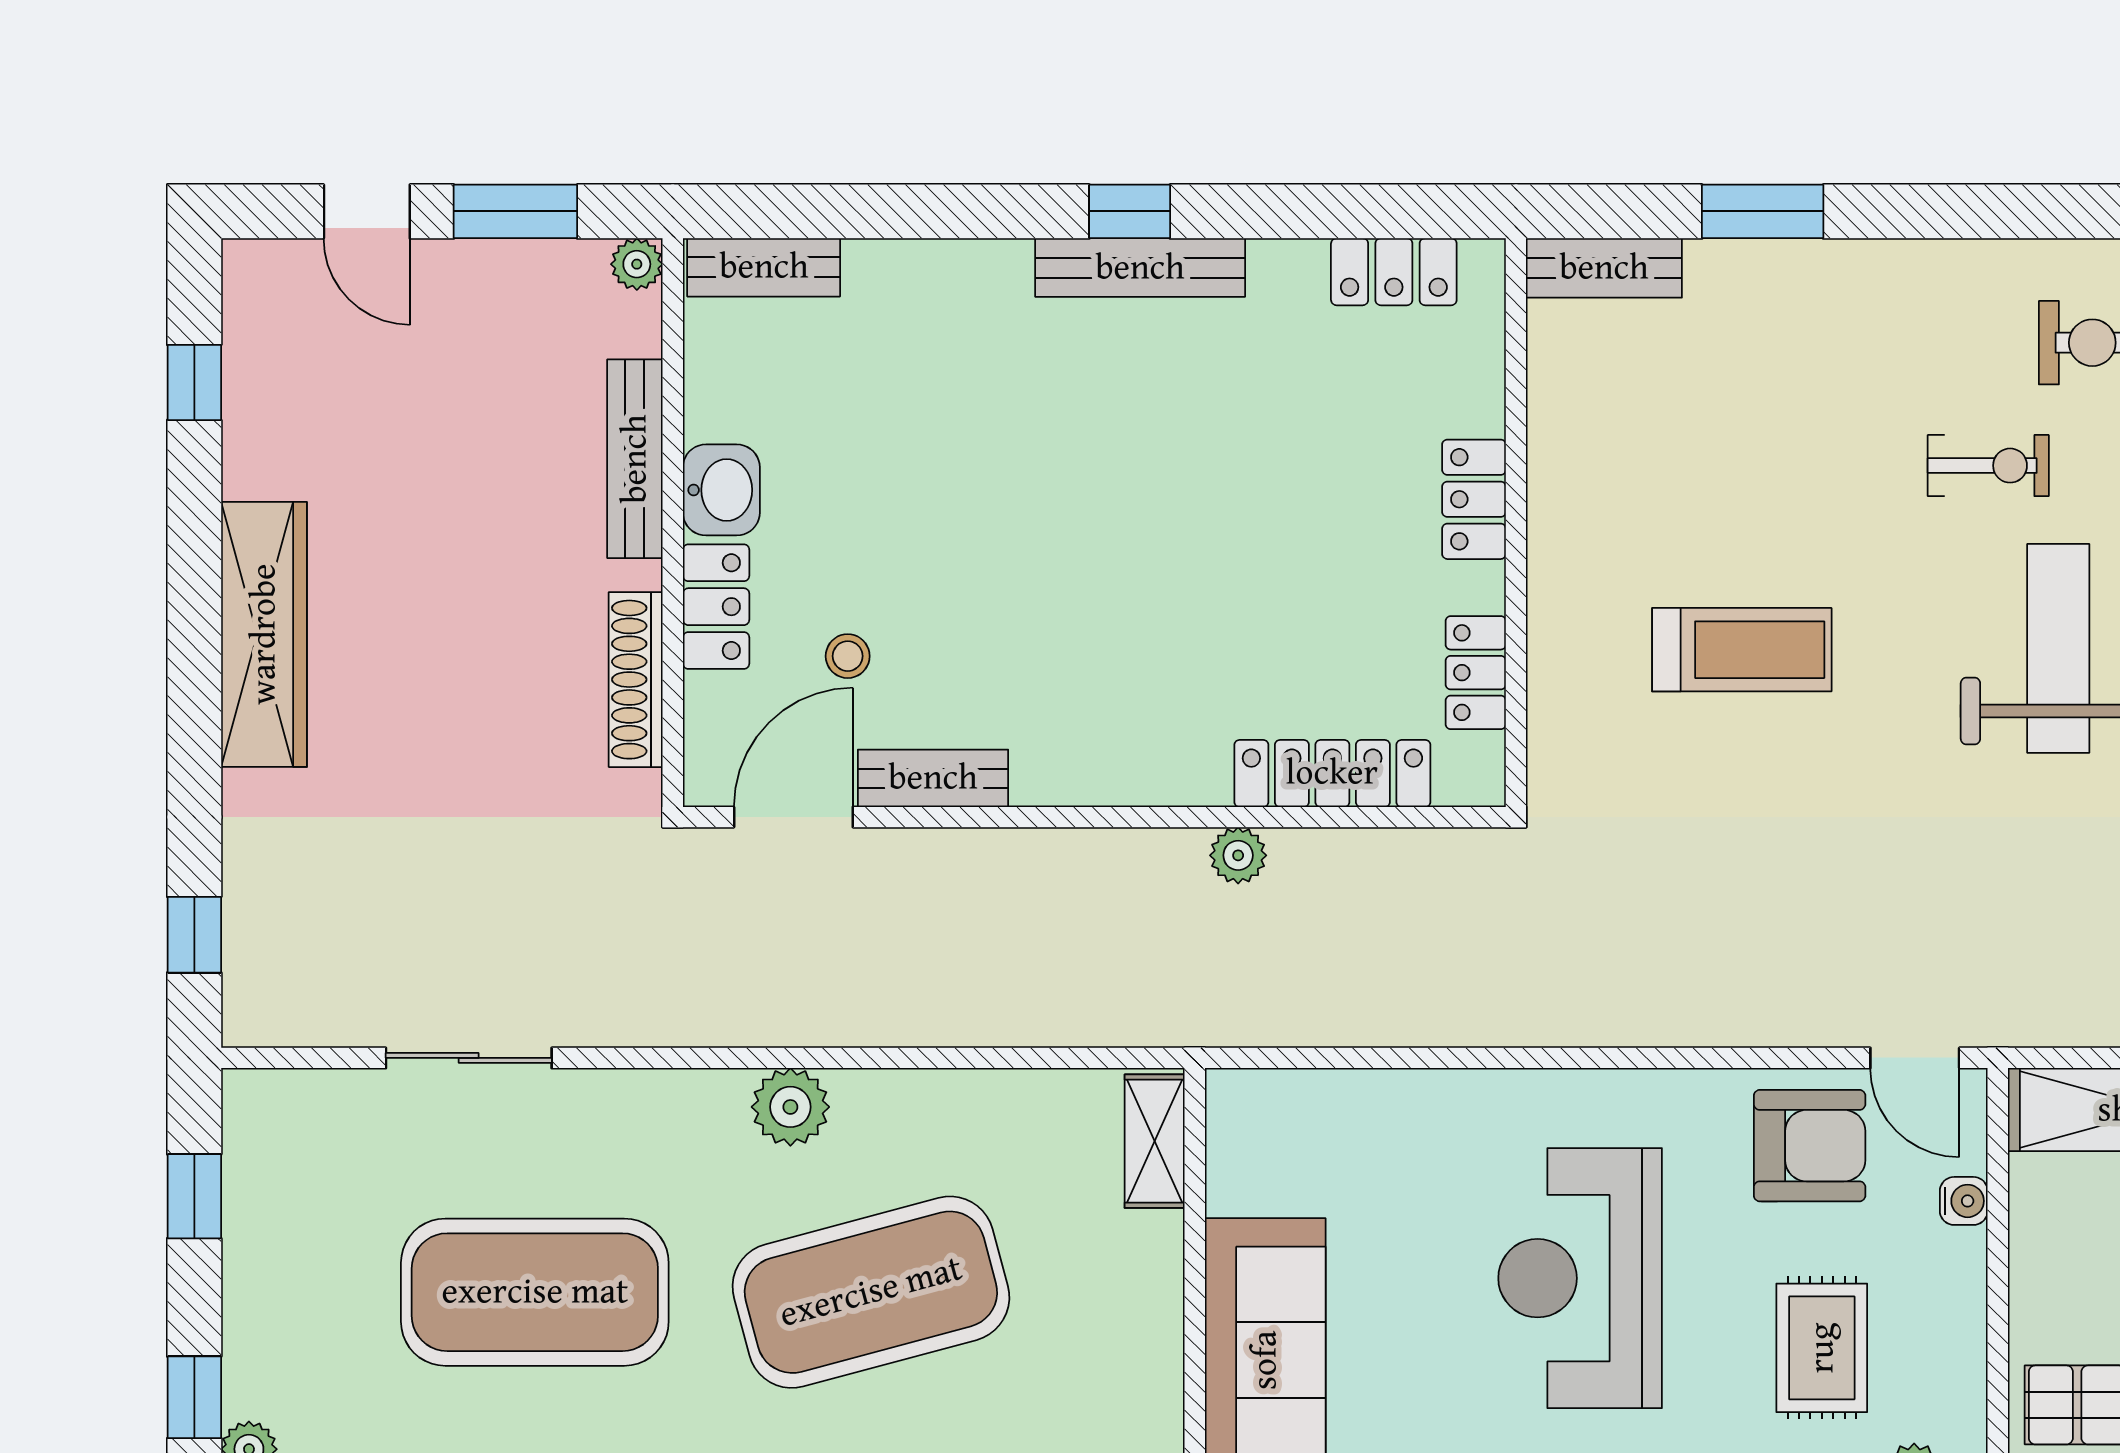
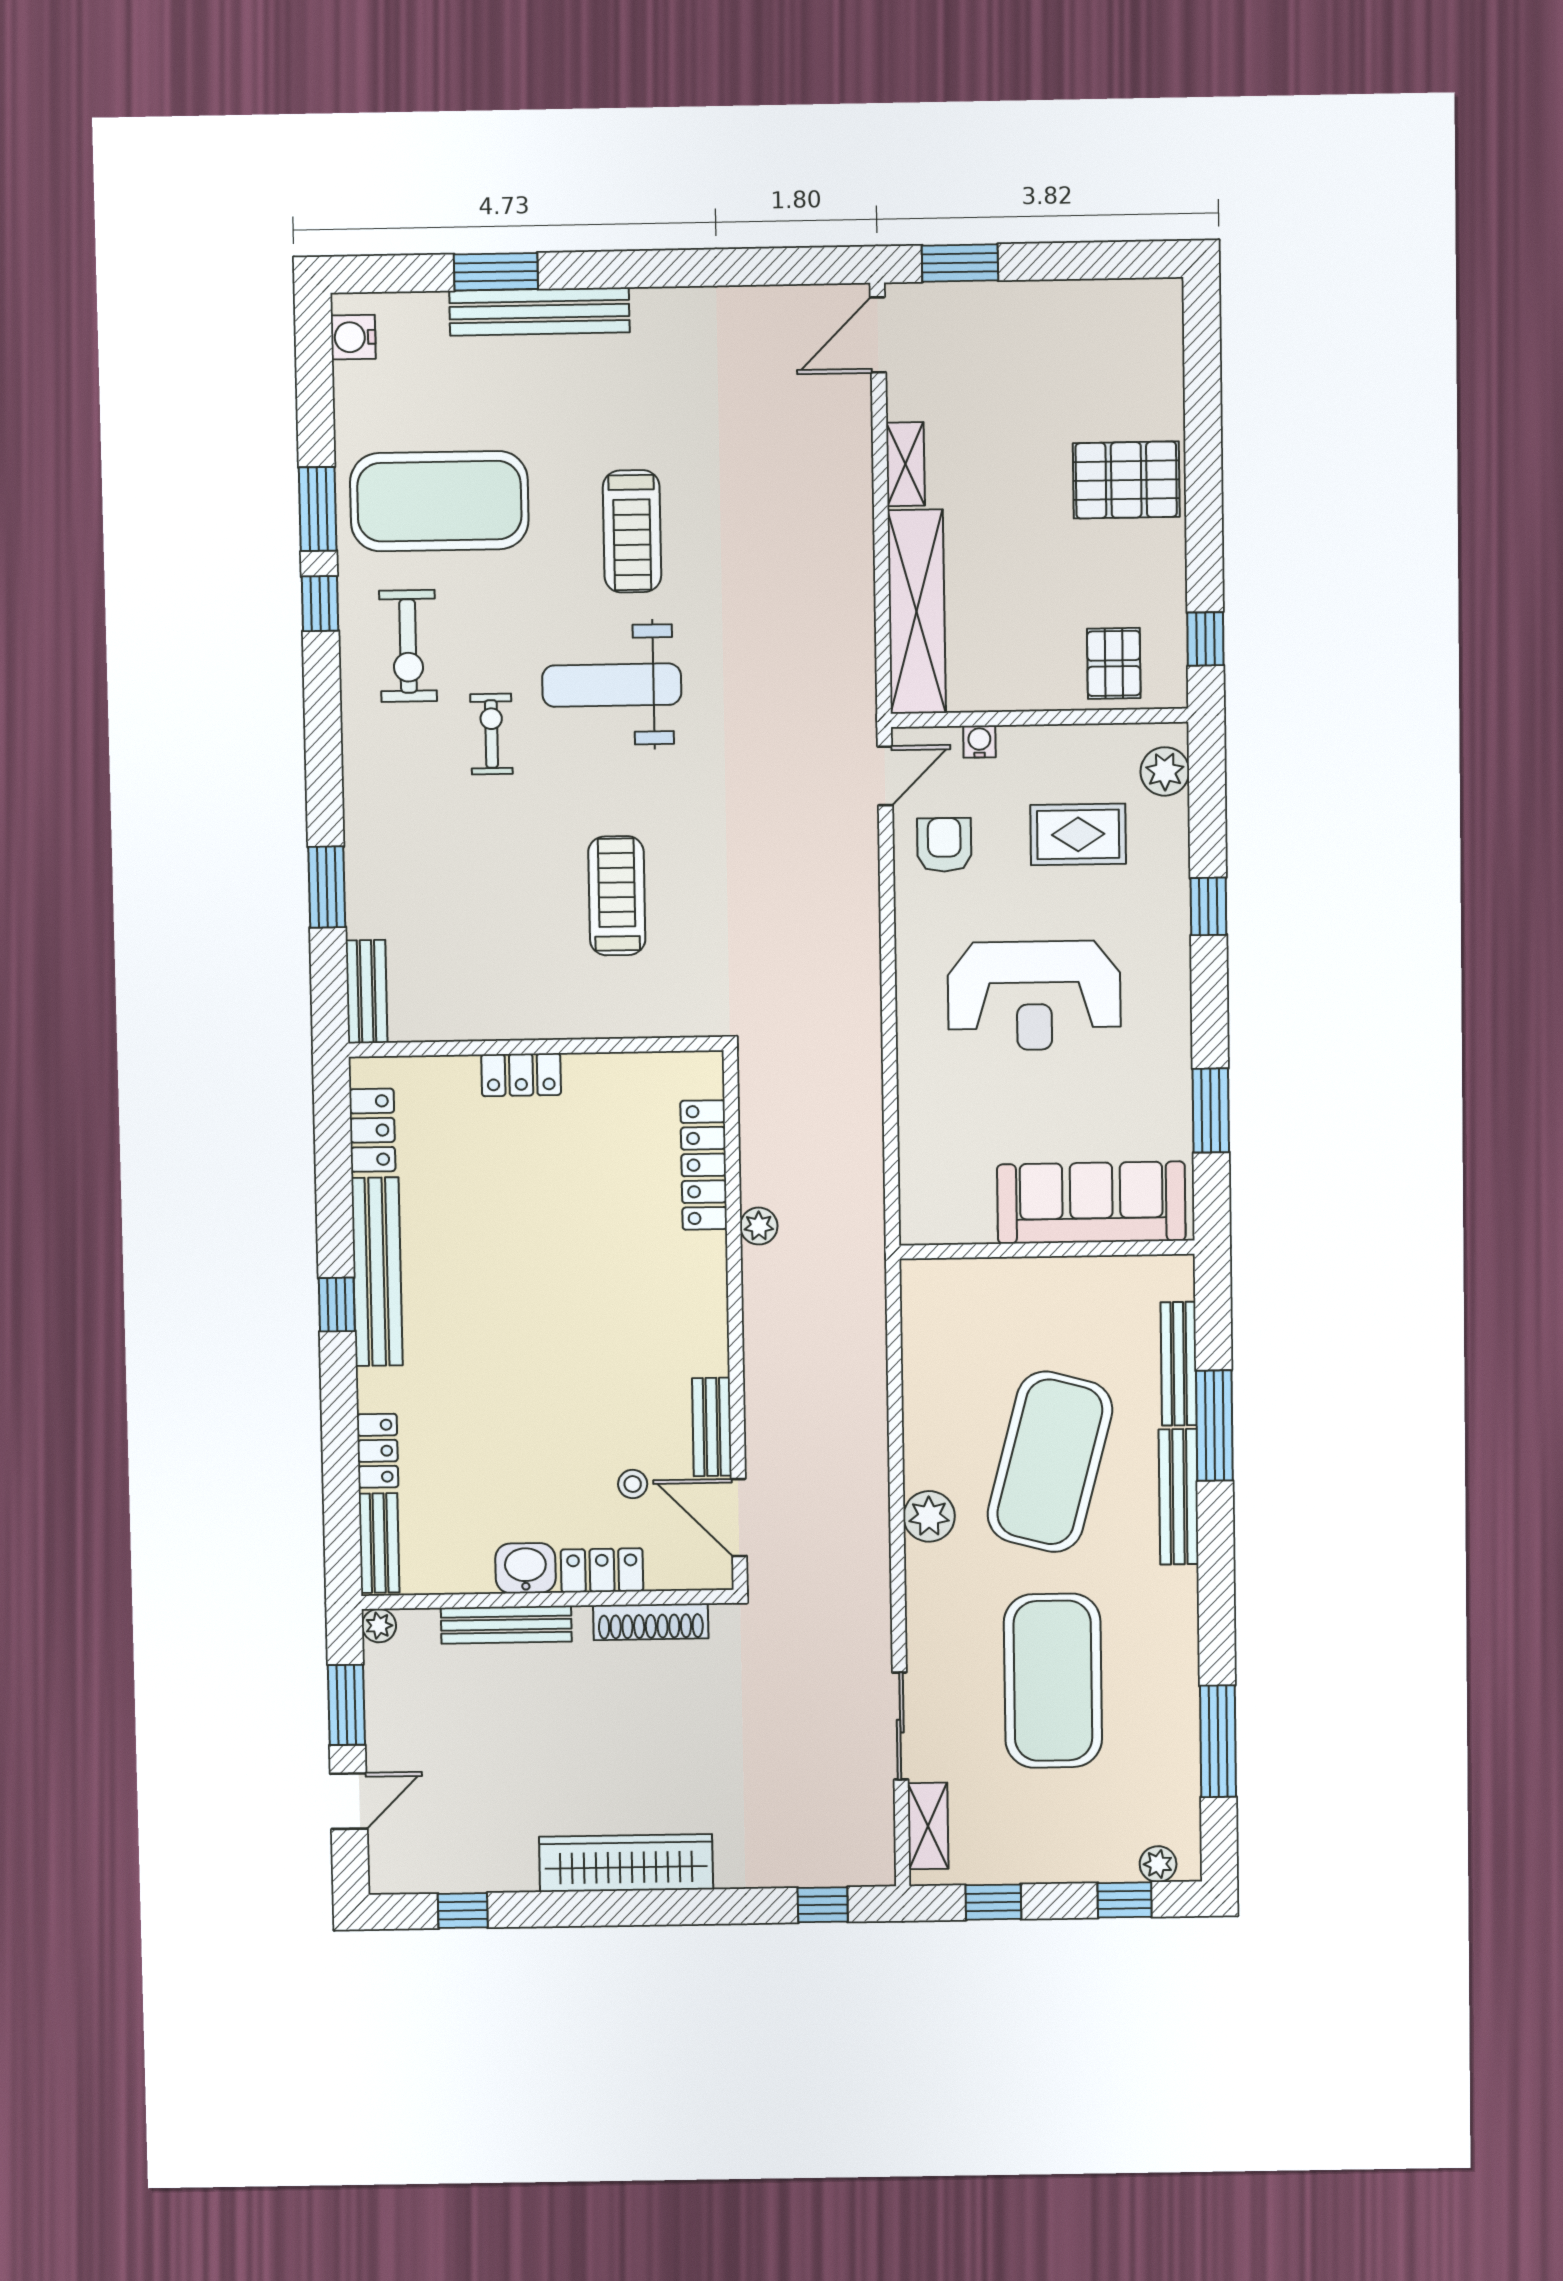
bench: (1140, 268) -> (377, 1272), width x1.37, depth x1.21
locker: (1476, 673) -> (378, 1451), moved, turned -90
shelving: (1155, 1141) -> (928, 1826), moved, turned 90
armchair: (1810, 1146) -> (944, 845), width x0.72, depth x0.72
exercise mat: (871, 1292) -> (1050, 1462), turned 30

